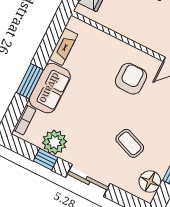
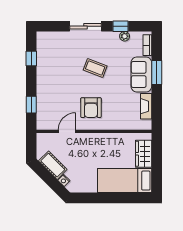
plant: (54, 142) -> (125, 36), width x0.53, depth x0.53
coffee table: (130, 143) -> (95, 68), moved
floor lamp: (150, 182) -> (44, 46), removed

